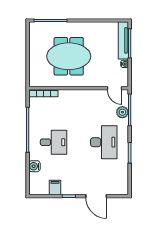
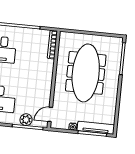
meeting table: (69, 56) -> (86, 73), width x1.36

